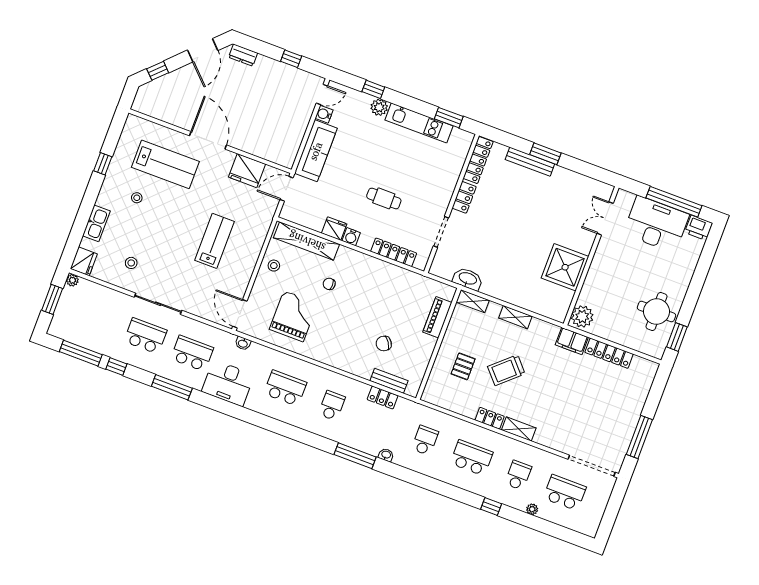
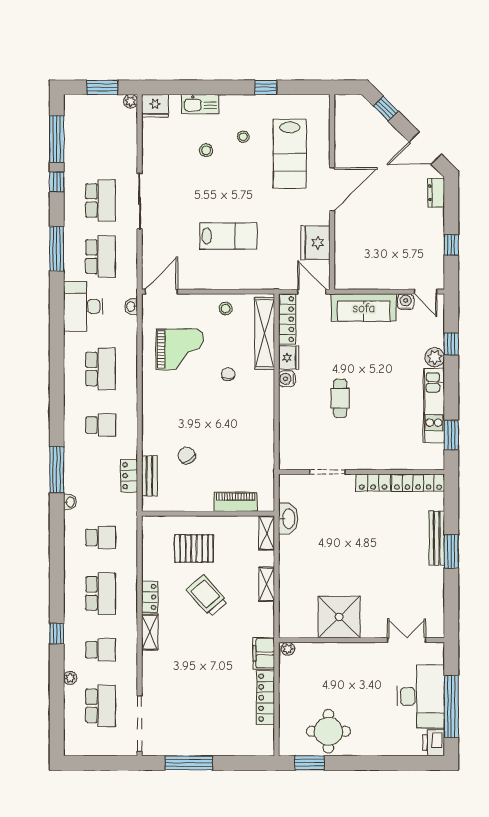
locker: (394, 252) -> (287, 319), moved
stool: (131, 263) -> (206, 150), moved
plant: (582, 317) -> (288, 649), width x0.53, depth x0.53
pallet: (463, 366) -> (194, 548), width x1.50, depth x1.42

